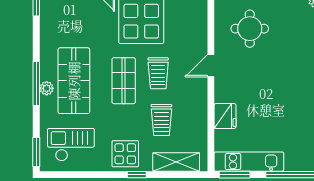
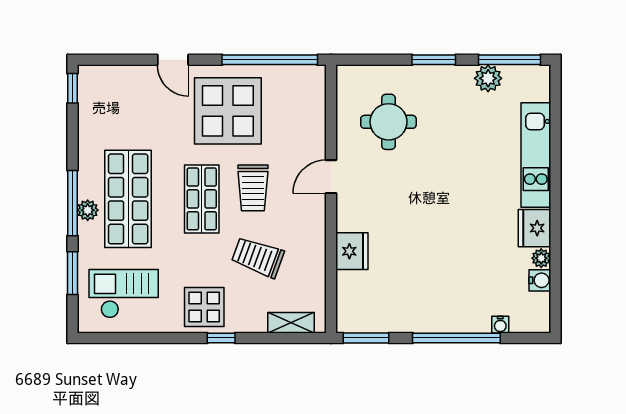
trolley: (161, 120) -> (258, 257), turned 110
window: (36, 152) -> (72, 273), moved
shelving: (176, 162) -> (291, 323), width x0.67, depth x0.75
kitchen unit: (249, 162) -> (387, 319), removed

